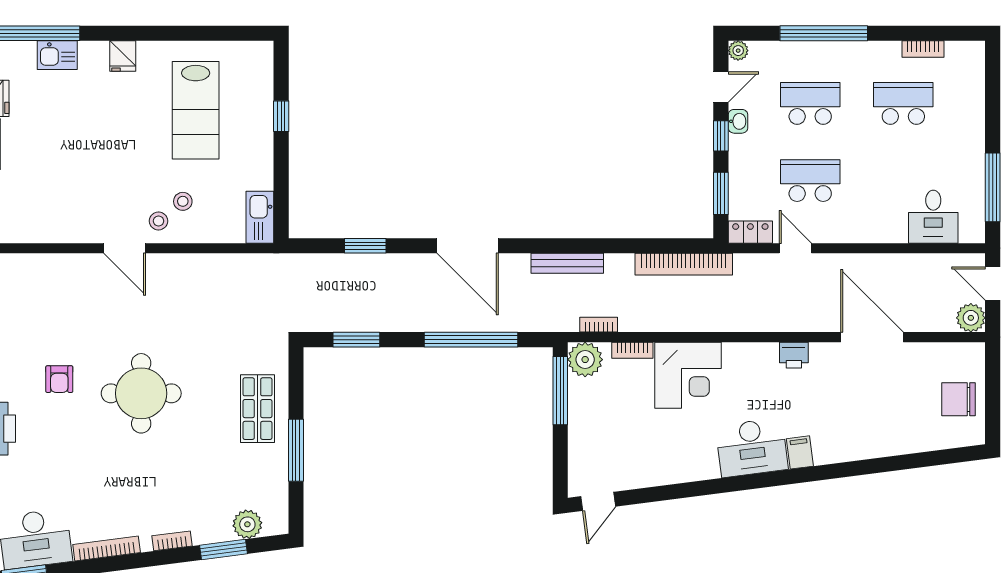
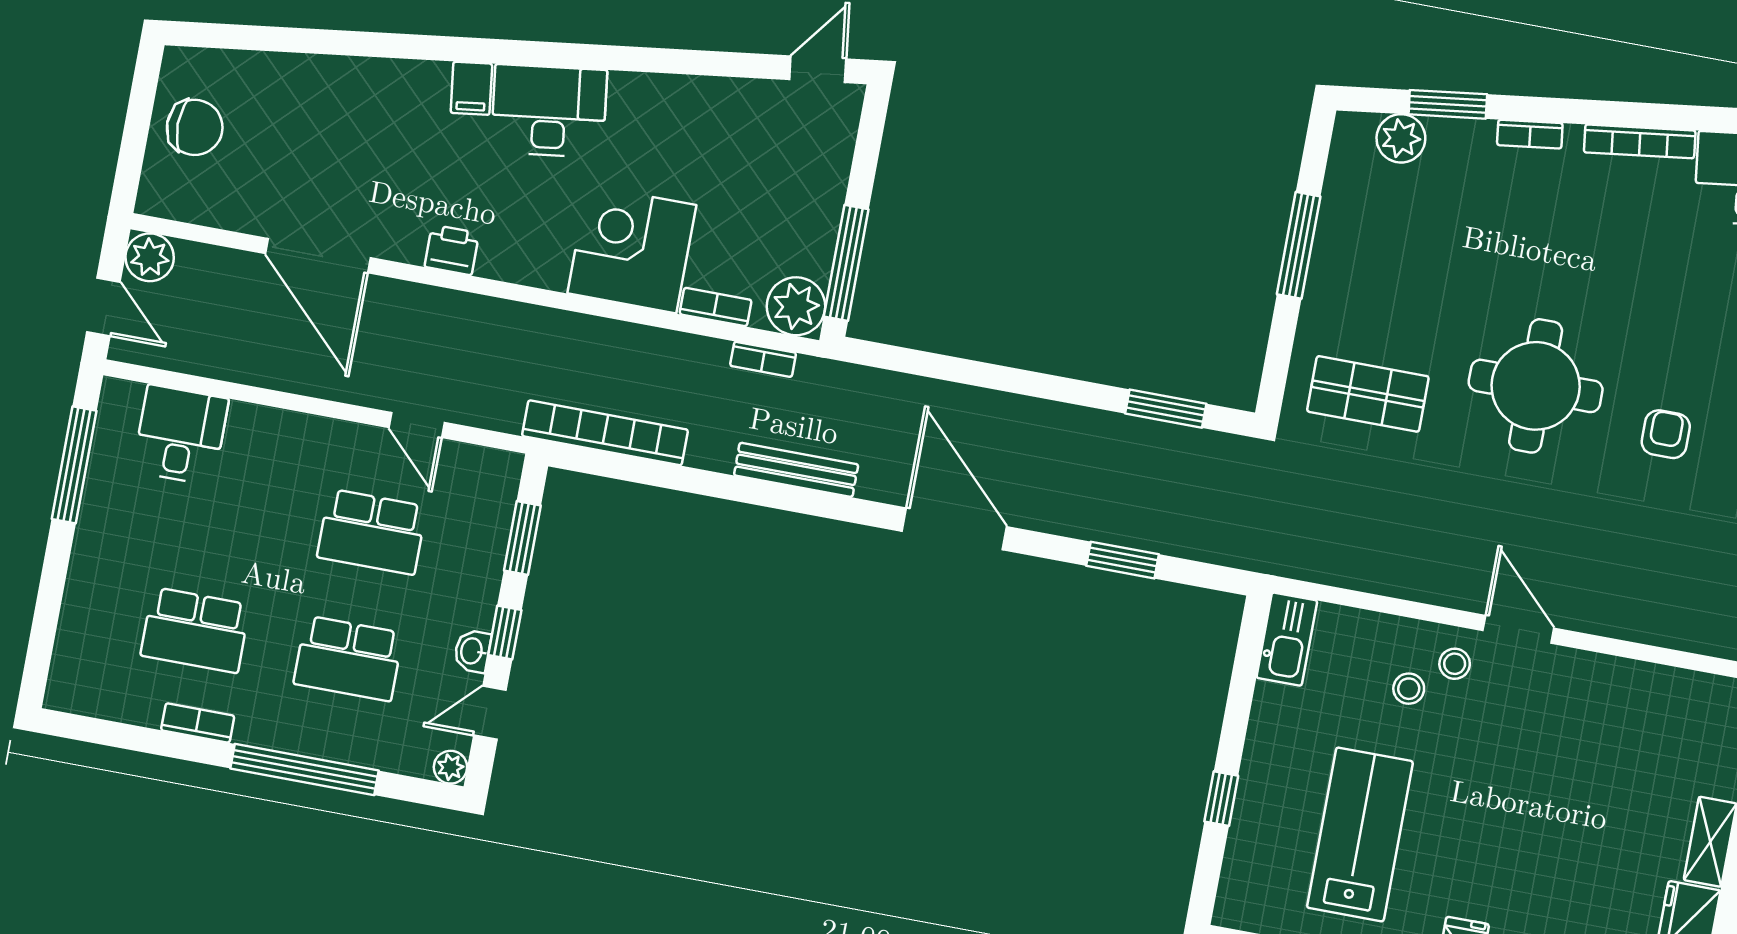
bookcase: (923, 49) -> (198, 723), moved
locker: (750, 232) -> (486, 465), removed
window: (471, 340) -> (977, 374), removed
shop shelf: (258, 409) -> (1368, 394), moved, turned 90

